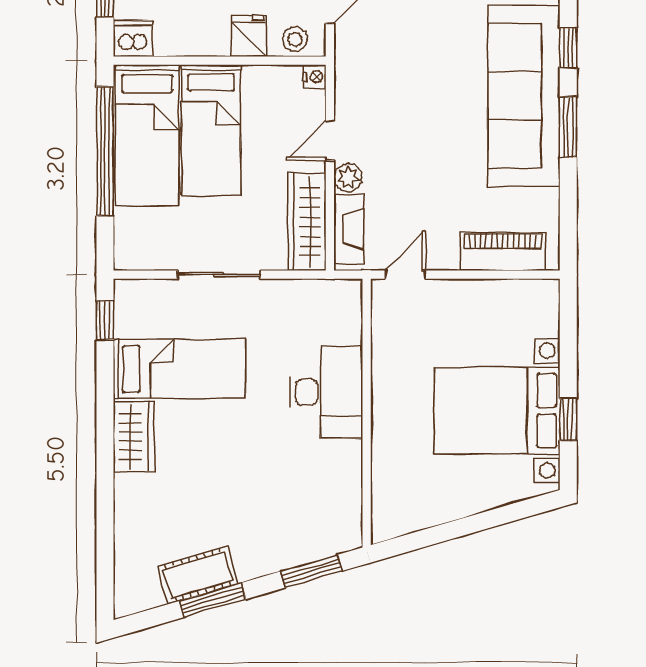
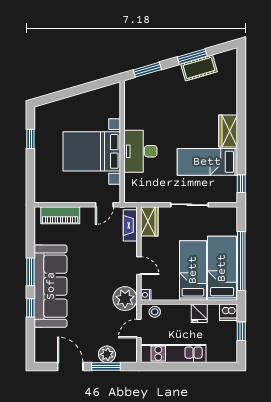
fridge: (249, 36) -> (199, 313), moved
door: (330, 141) -> (139, 266), hinge flipped
plant: (348, 178) -> (125, 299), moved, width x1.88, depth x1.88
wardrobe: (307, 222) -> (149, 221), width x0.67
bed with nightstands: (497, 411) -> (92, 151), moved, turned 180

